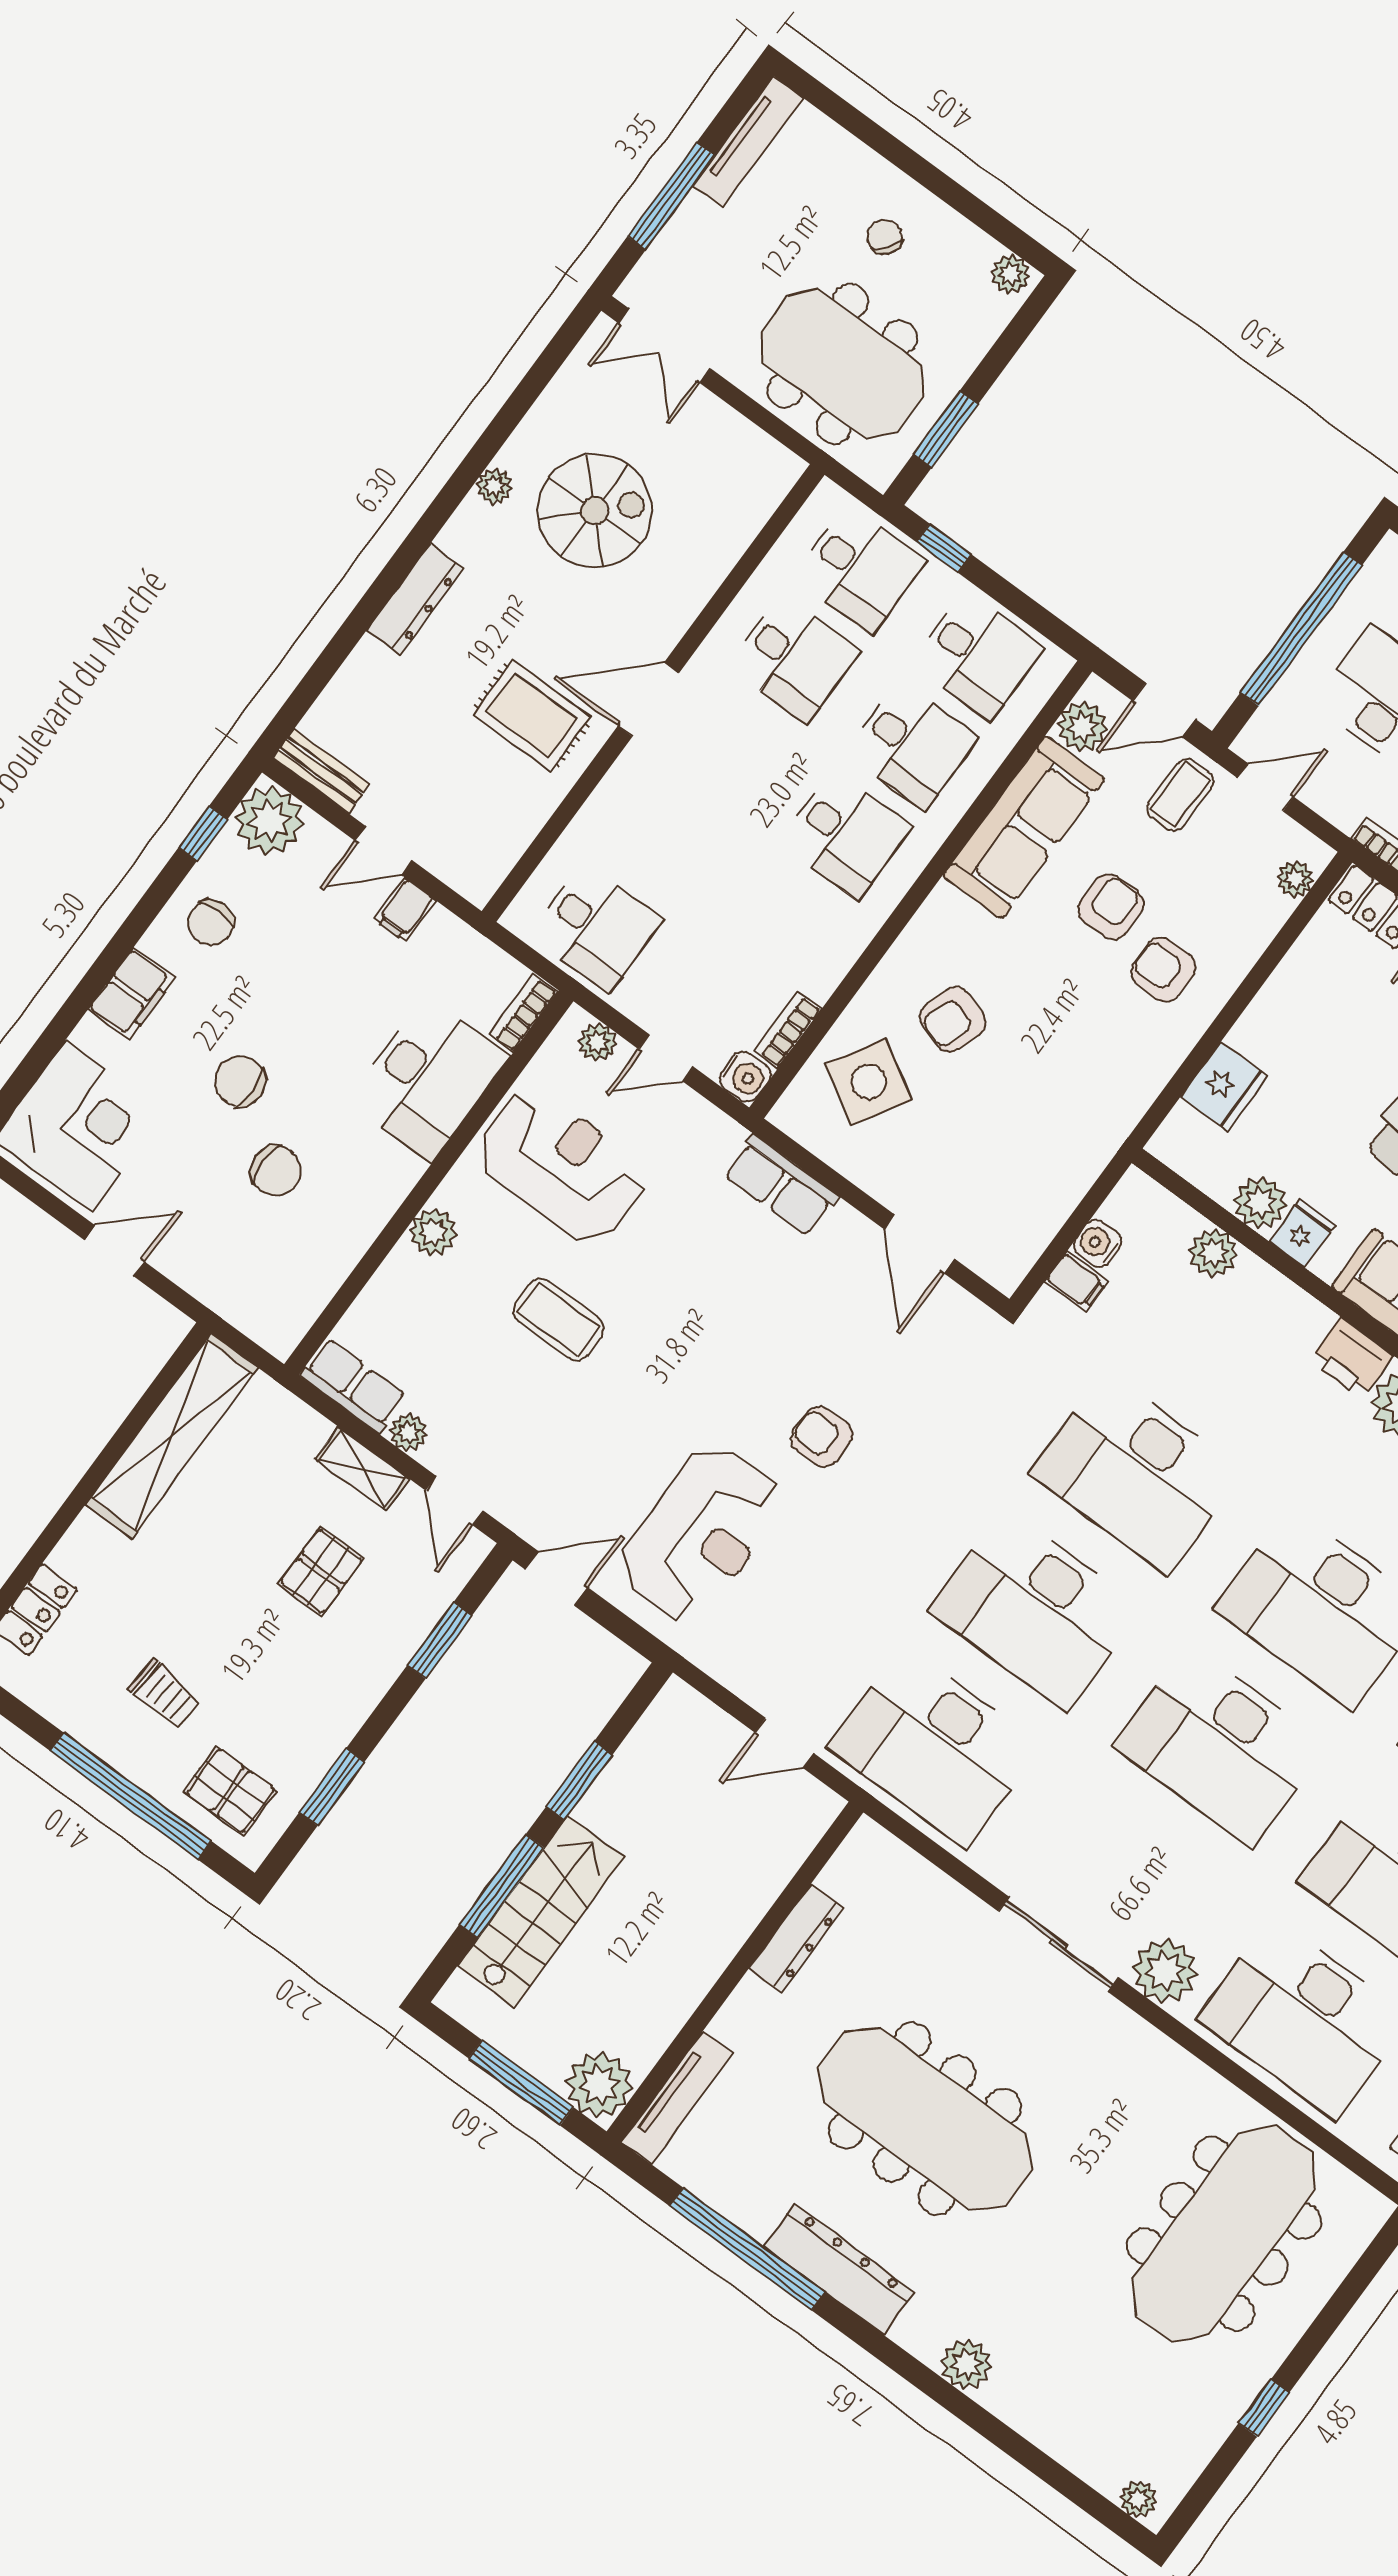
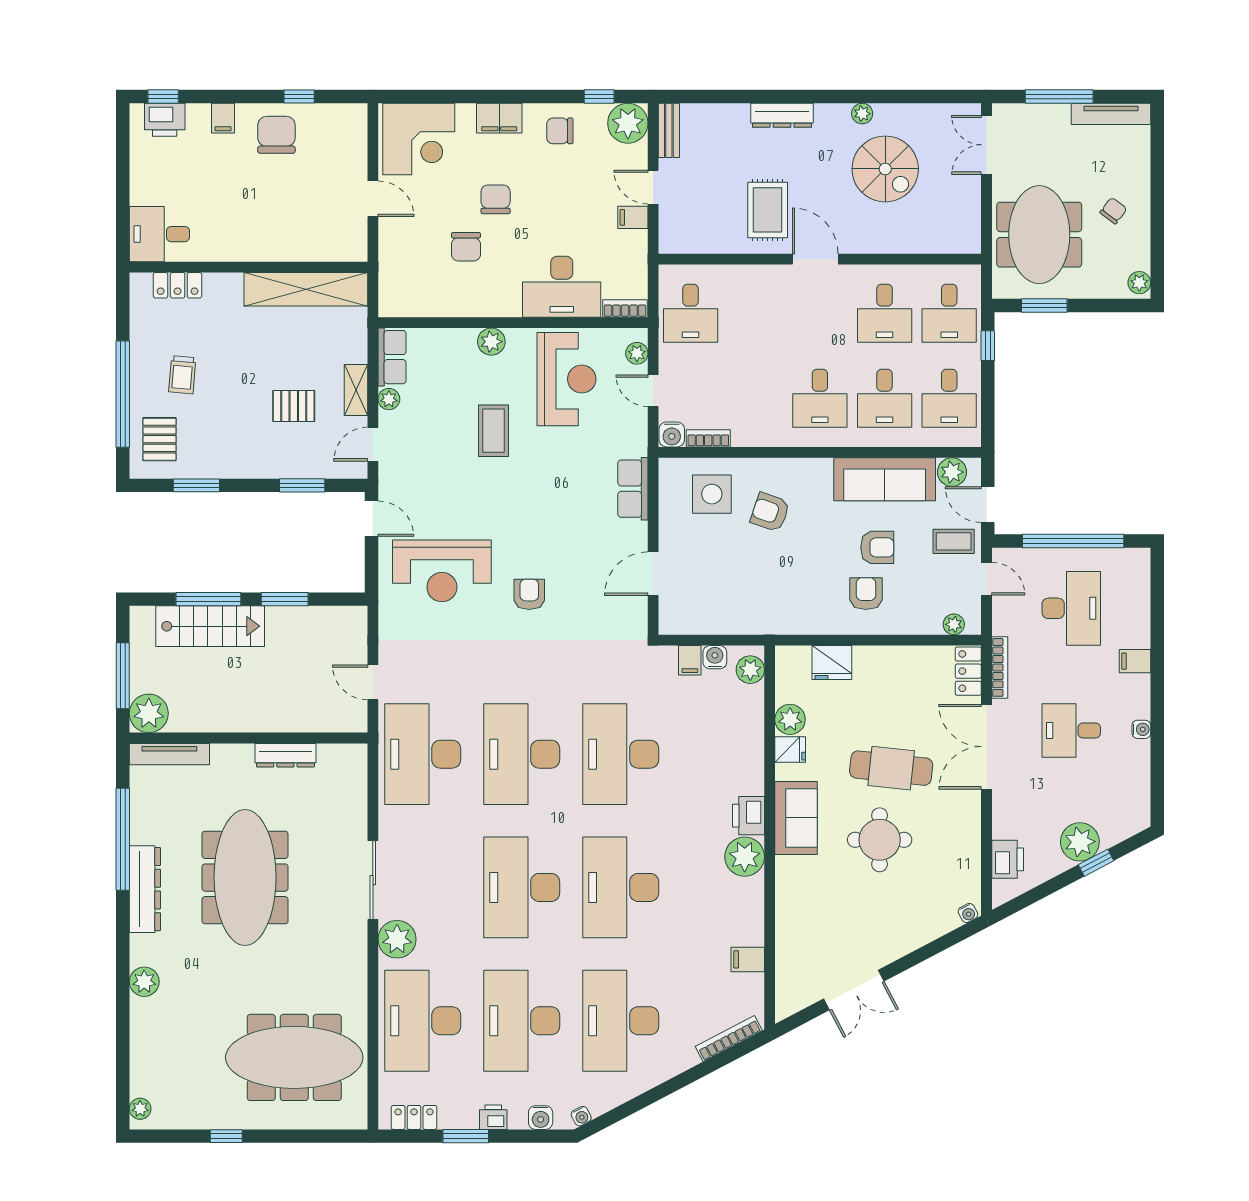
side table: (869, 1082) -> (712, 494), turned -31
plant: (1213, 1253) -> (750, 670), moved

